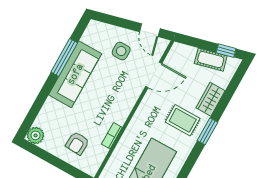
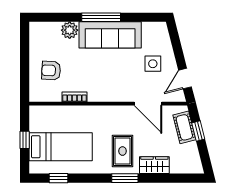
window: (226, 51) -> (198, 131), moved
window: (64, 58) -> (101, 17), moved
cot: (211, 60) -> (184, 127), moved
plant: (36, 135) -> (70, 30), moved

